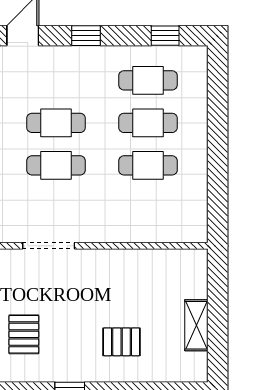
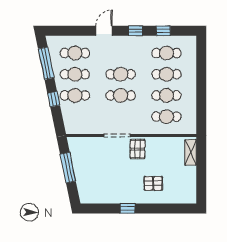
window: (165, 36) -> (163, 31), moved
cafe table: (148, 208) -> (166, 117), added
shelving: (196, 325) -> (191, 152), moved
pallet: (24, 334) -> (137, 149), moved

